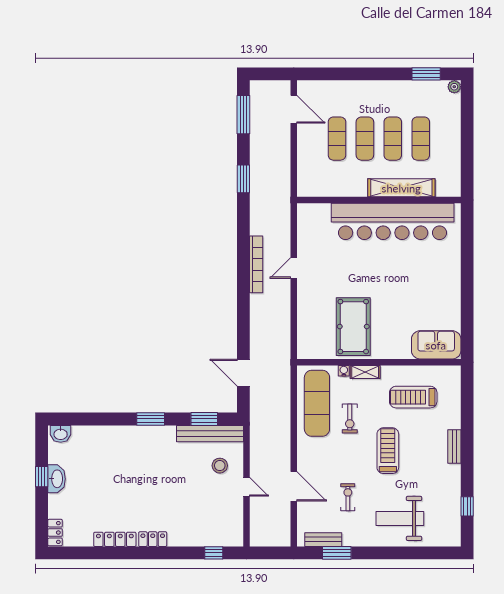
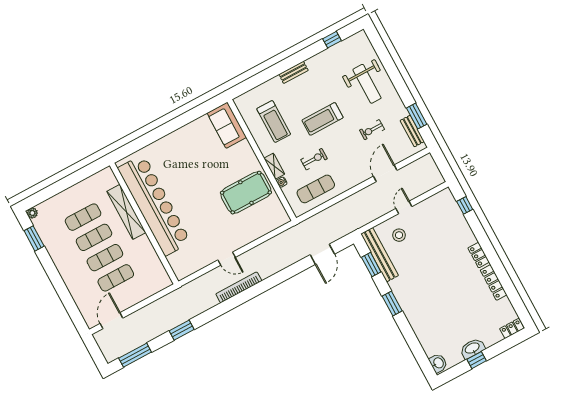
exercise mat: (317, 403) -> (316, 189), width x0.73, depth x0.69

